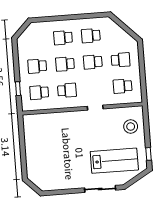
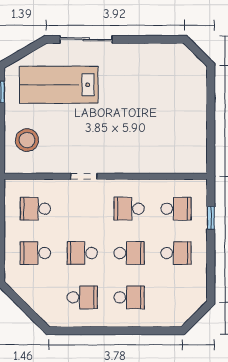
school desk: (93, 62) -> (82, 253), turned 180
school desk: (123, 86) -> (35, 209), turned 180

